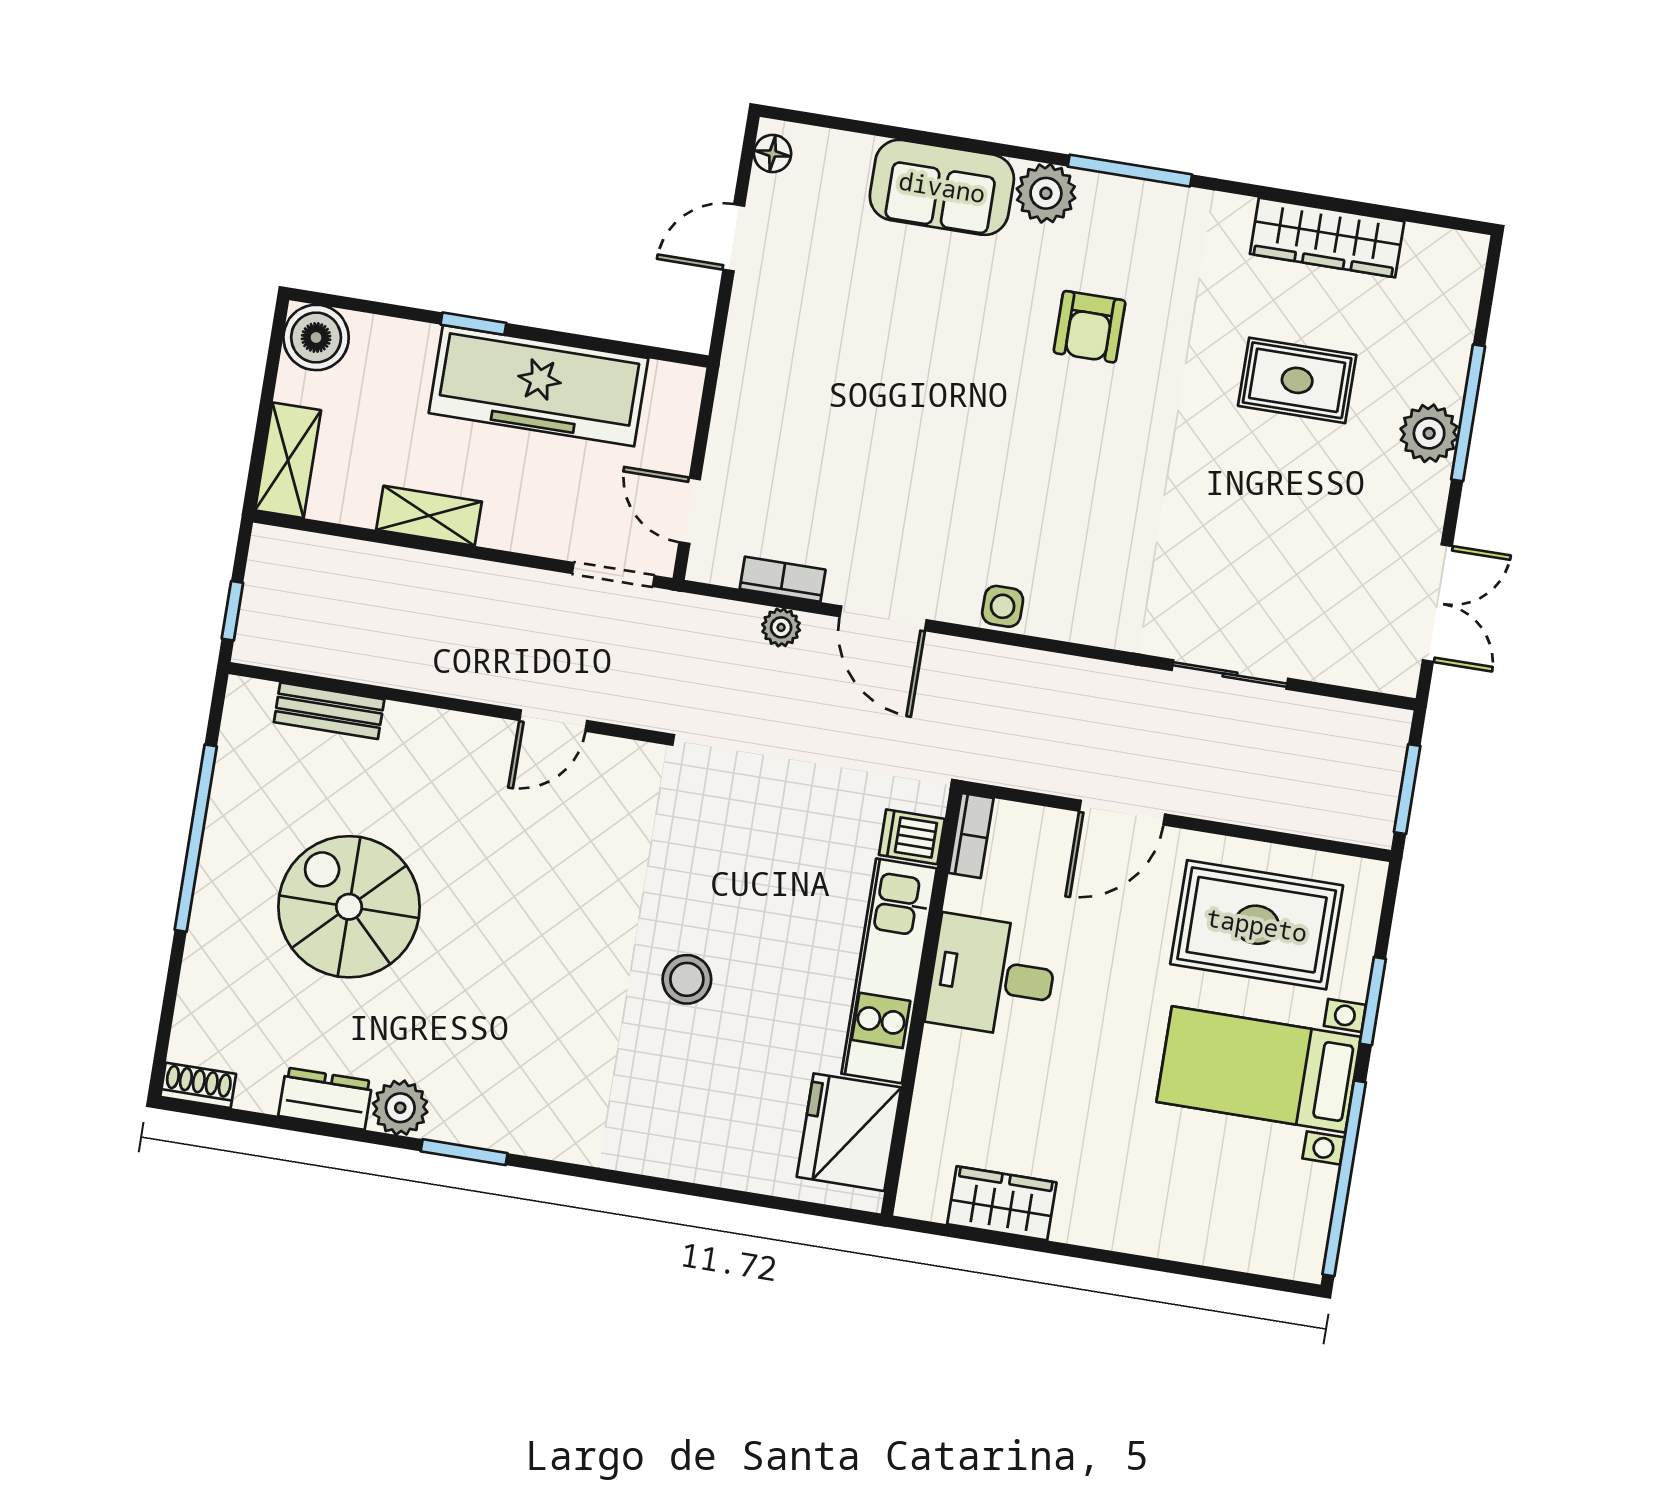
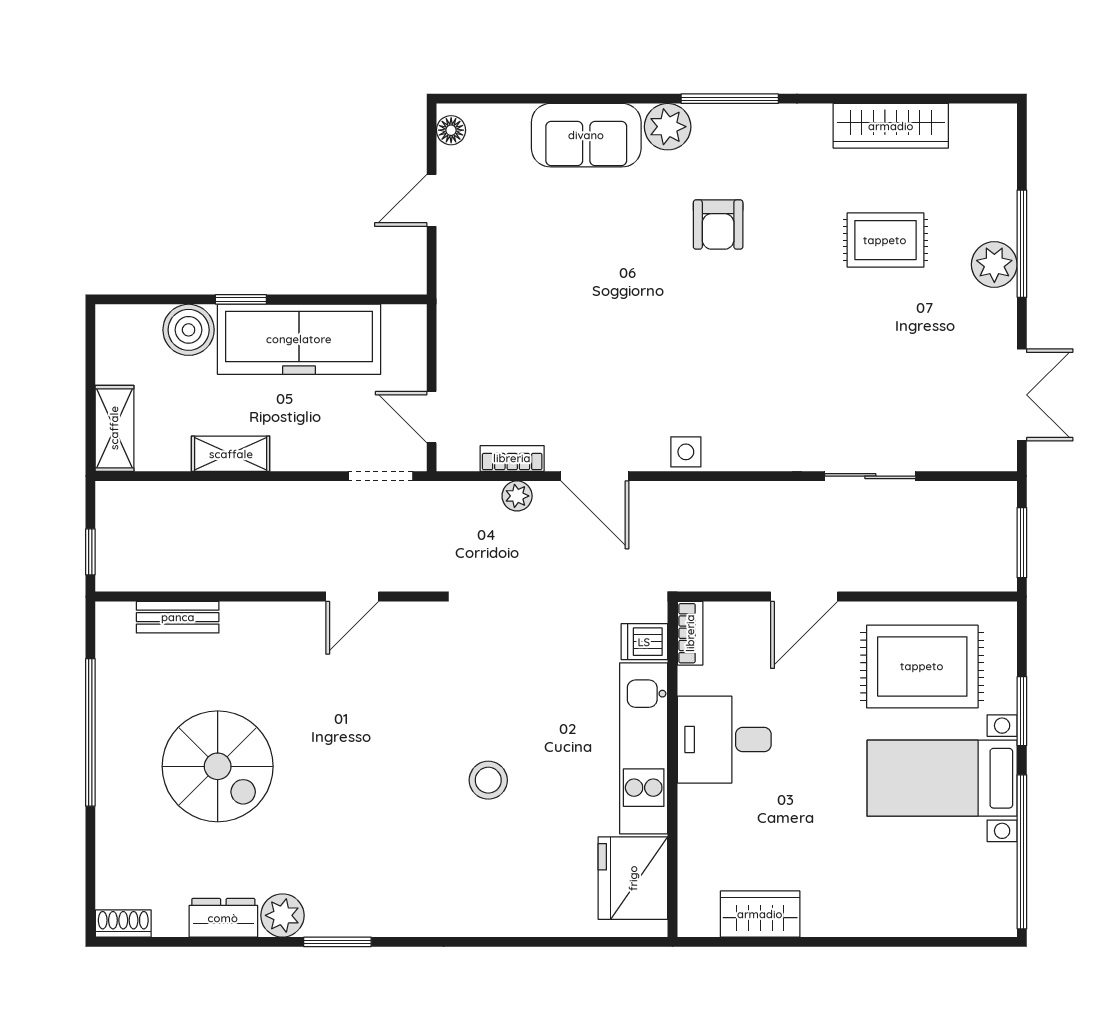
boiler: (316, 337) -> (189, 330), moved
spiral stairs: (349, 907) -> (218, 766), turned 180

